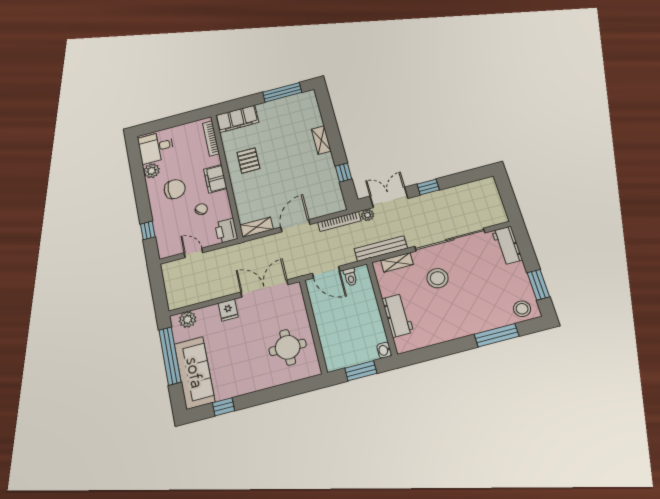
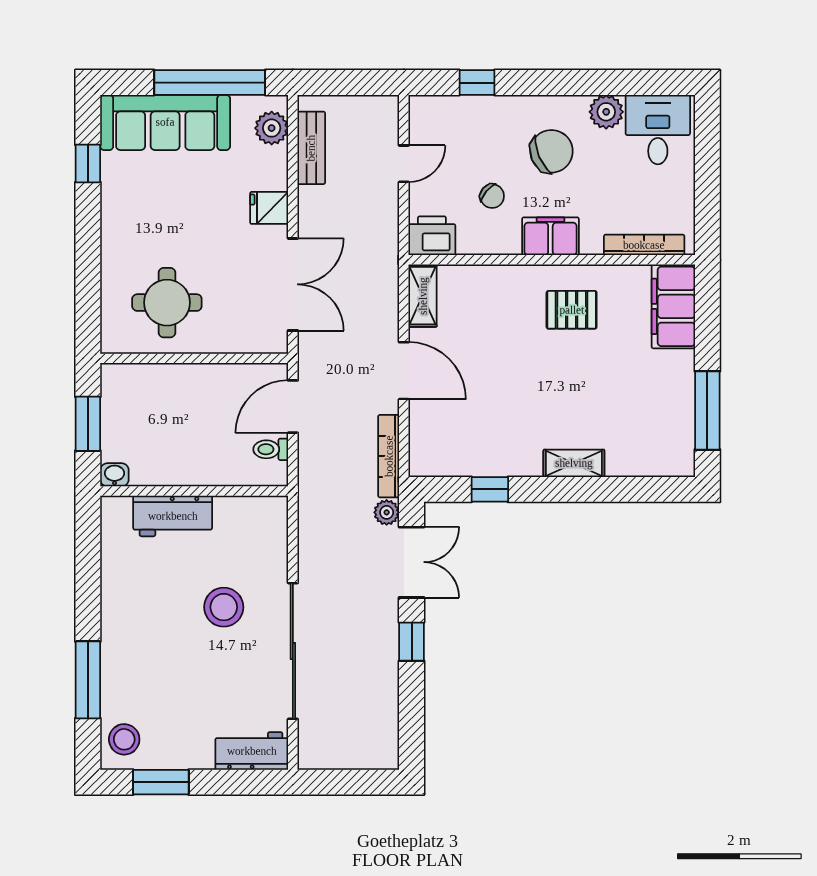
chair: (175, 189) -> (552, 151), turned -113
bench: (381, 249) -> (311, 148), moved, width x0.73
shelving: (397, 262) -> (275, 542), removed

